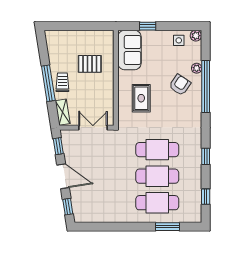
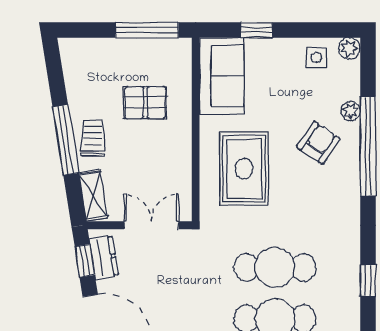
window: (91, 26) -> (147, 30), added
rug: (141, 98) -> (244, 169), width x1.36, depth x1.43
dresser: (68, 144) -> (104, 257), added

